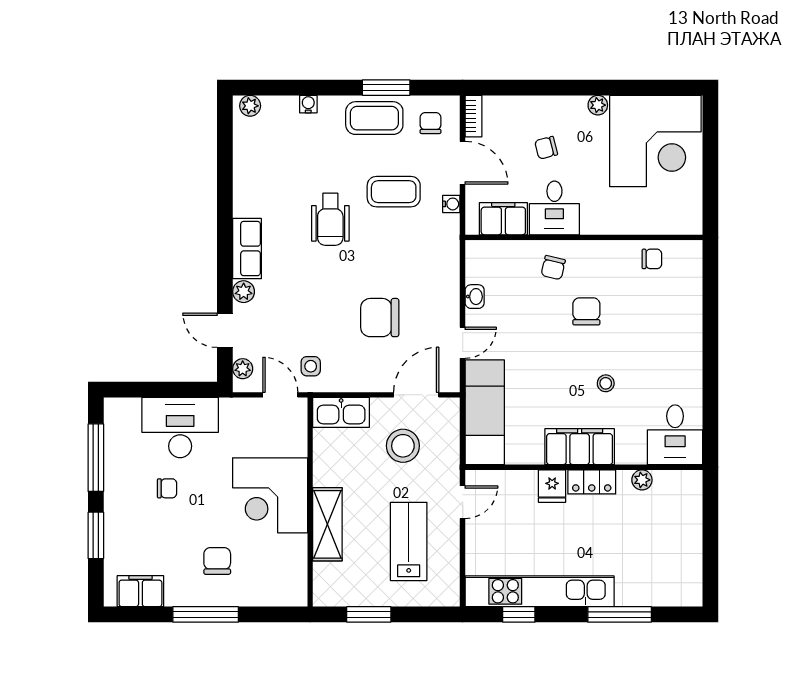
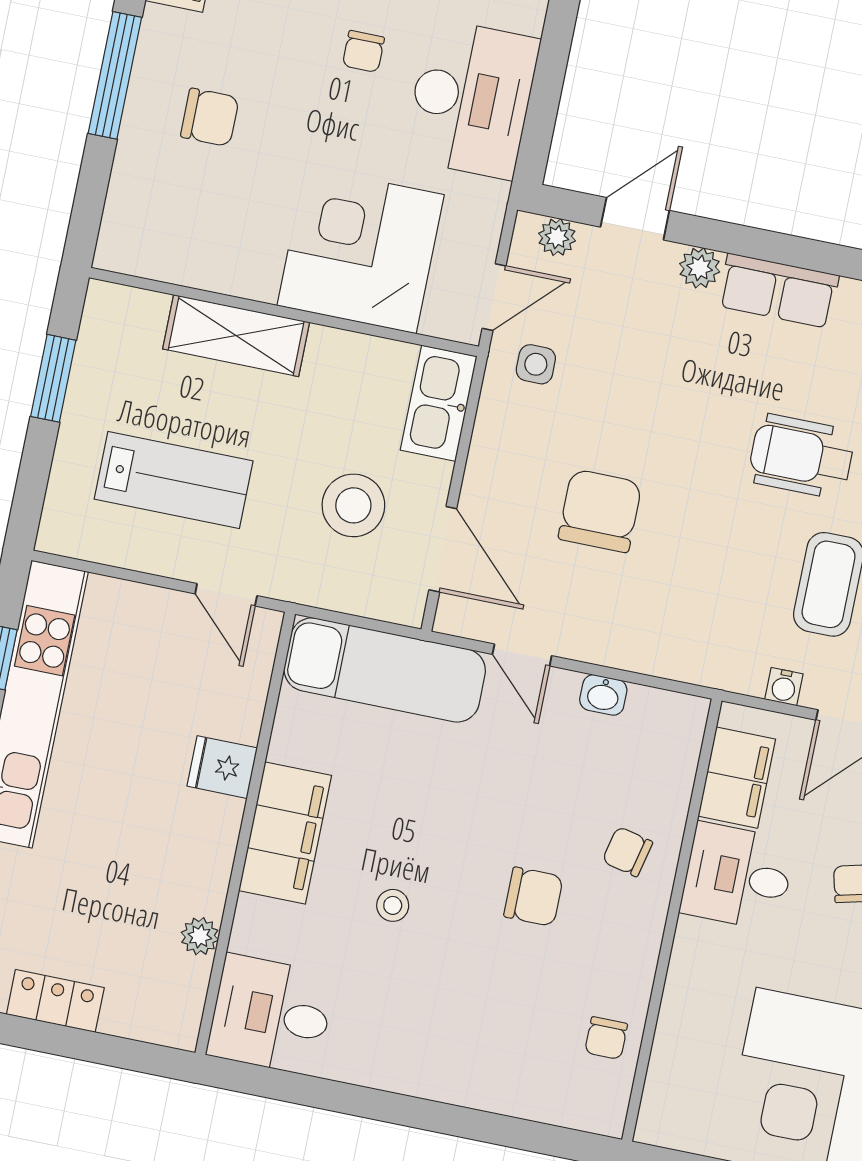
locker: (592, 482) -> (55, 1001), moved, turned 90
corner desk: (270, 495) -> (361, 250), moved

